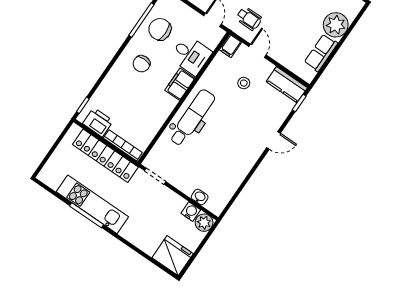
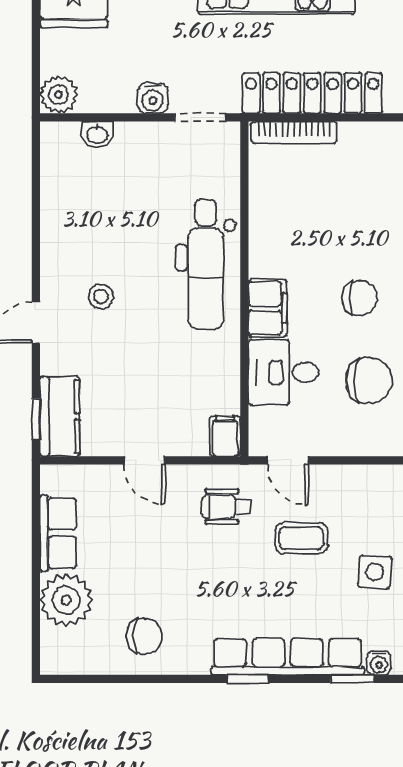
door: (257, 51) -> (145, 460), moved
chair: (142, 64) -> (360, 298), turned 90
stool: (244, 83) -> (101, 297), moved
kitchen counter: (287, 85) -> (60, 416), moved, turned 90
printer: (98, 122) -> (365, 143), removed
water cooler: (191, 212) -> (153, 98), moved

